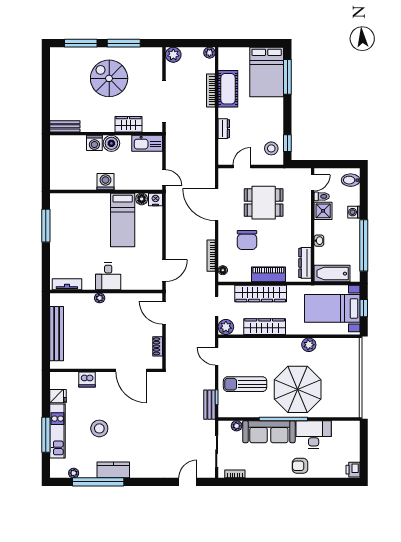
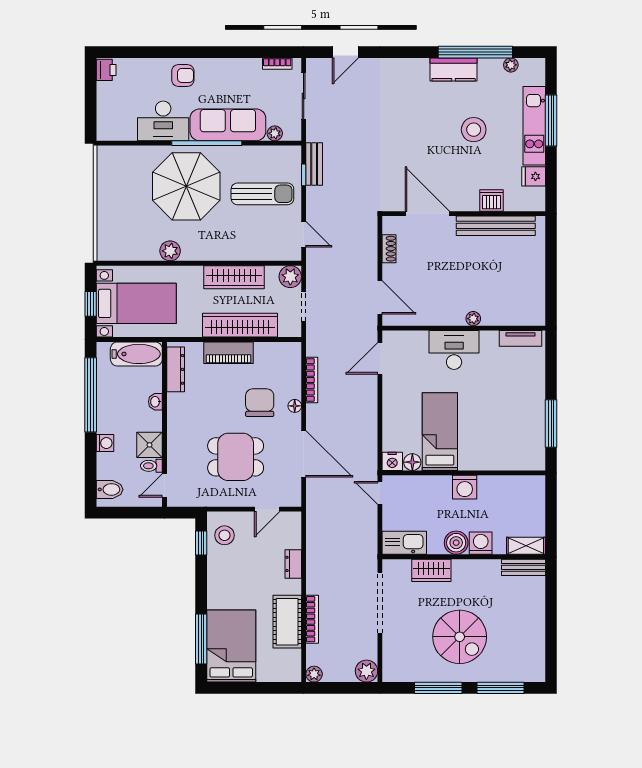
shelving: (63, 141) -> (526, 546), added
floor lamp: (223, 270) -> (295, 406), moved
desk: (108, 276) -> (454, 350), width x1.37
bench: (57, 334) -> (496, 226), moved, turned 90

